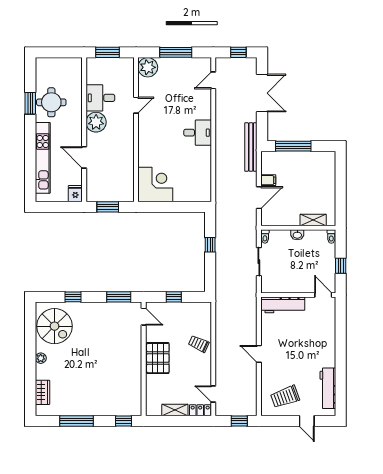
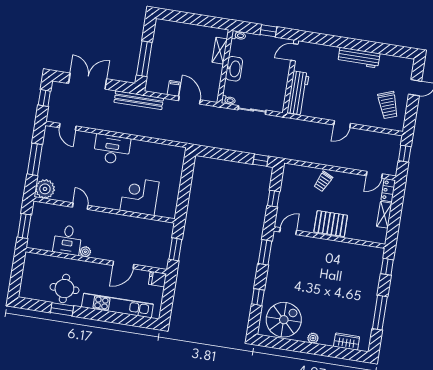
plant: (96, 122) -> (85, 252), width x0.53, depth x0.53
desk: (198, 133) -> (112, 149), width x1.37
corner desk: (155, 185) -> (140, 196), moved
washbasin: (297, 235) -> (234, 69), width x1.91, depth x1.45
window: (210, 245) -> (261, 160), moved
workbench: (328, 388) -> (359, 58), moved

